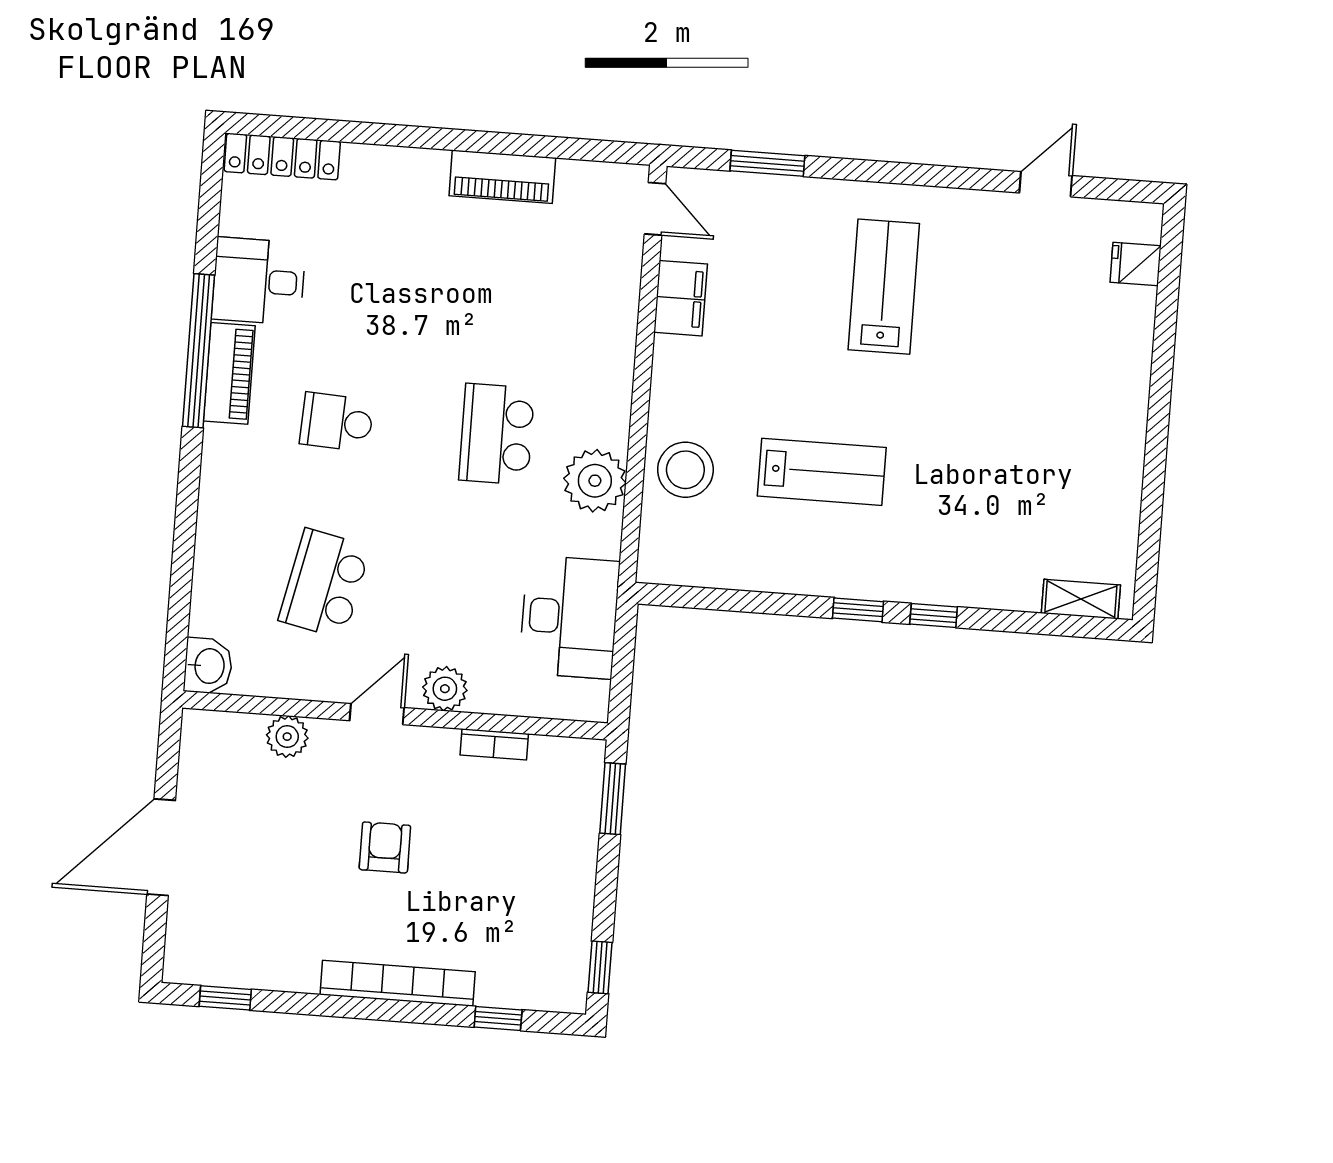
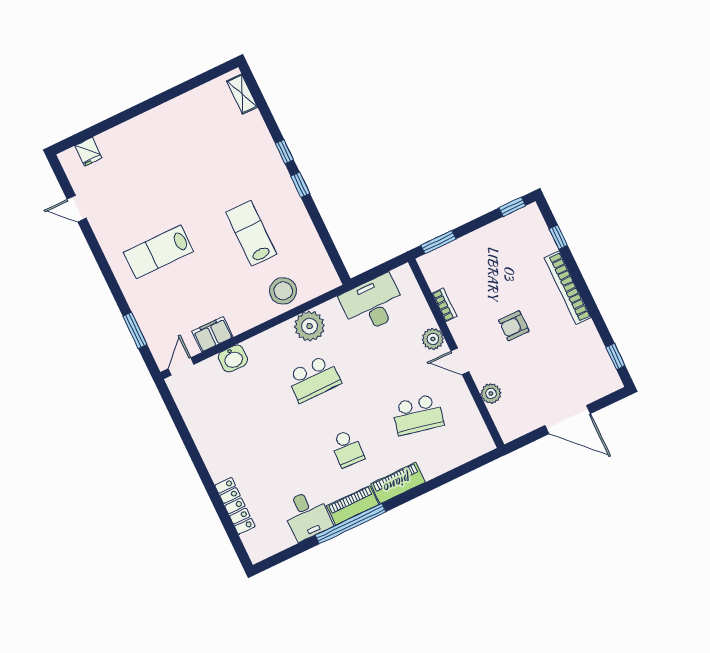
locker: (282, 157) -> (235, 506), moved
piano: (502, 177) -> (398, 483), moved, turned -90
washbasin: (208, 666) -> (233, 358), moved, turned 180

